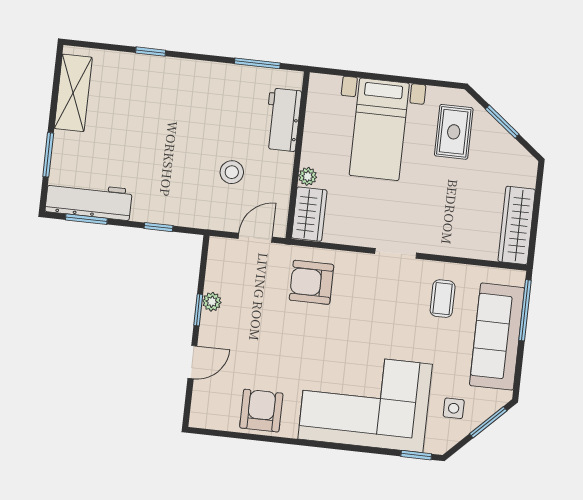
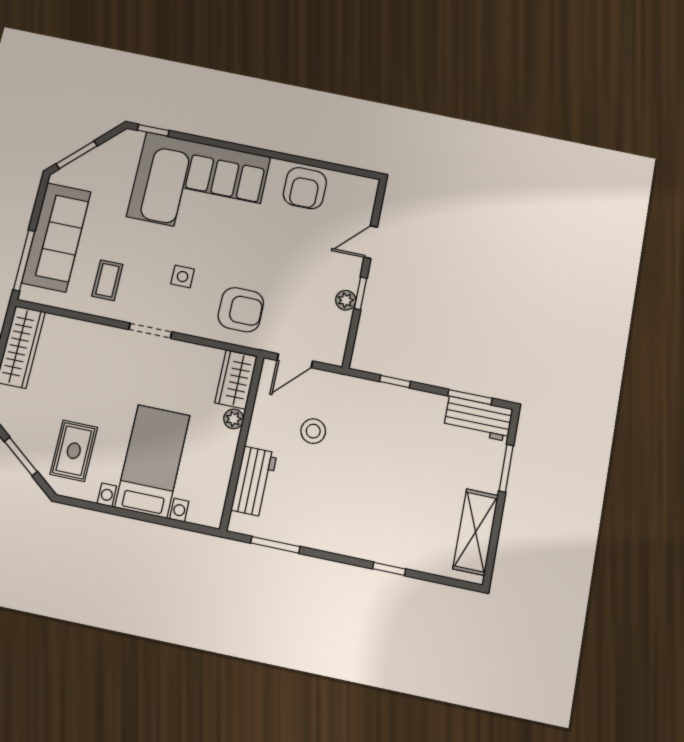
workbench: (89, 200) -> (478, 419), width x0.73
side table: (454, 408) -> (183, 277), moved

